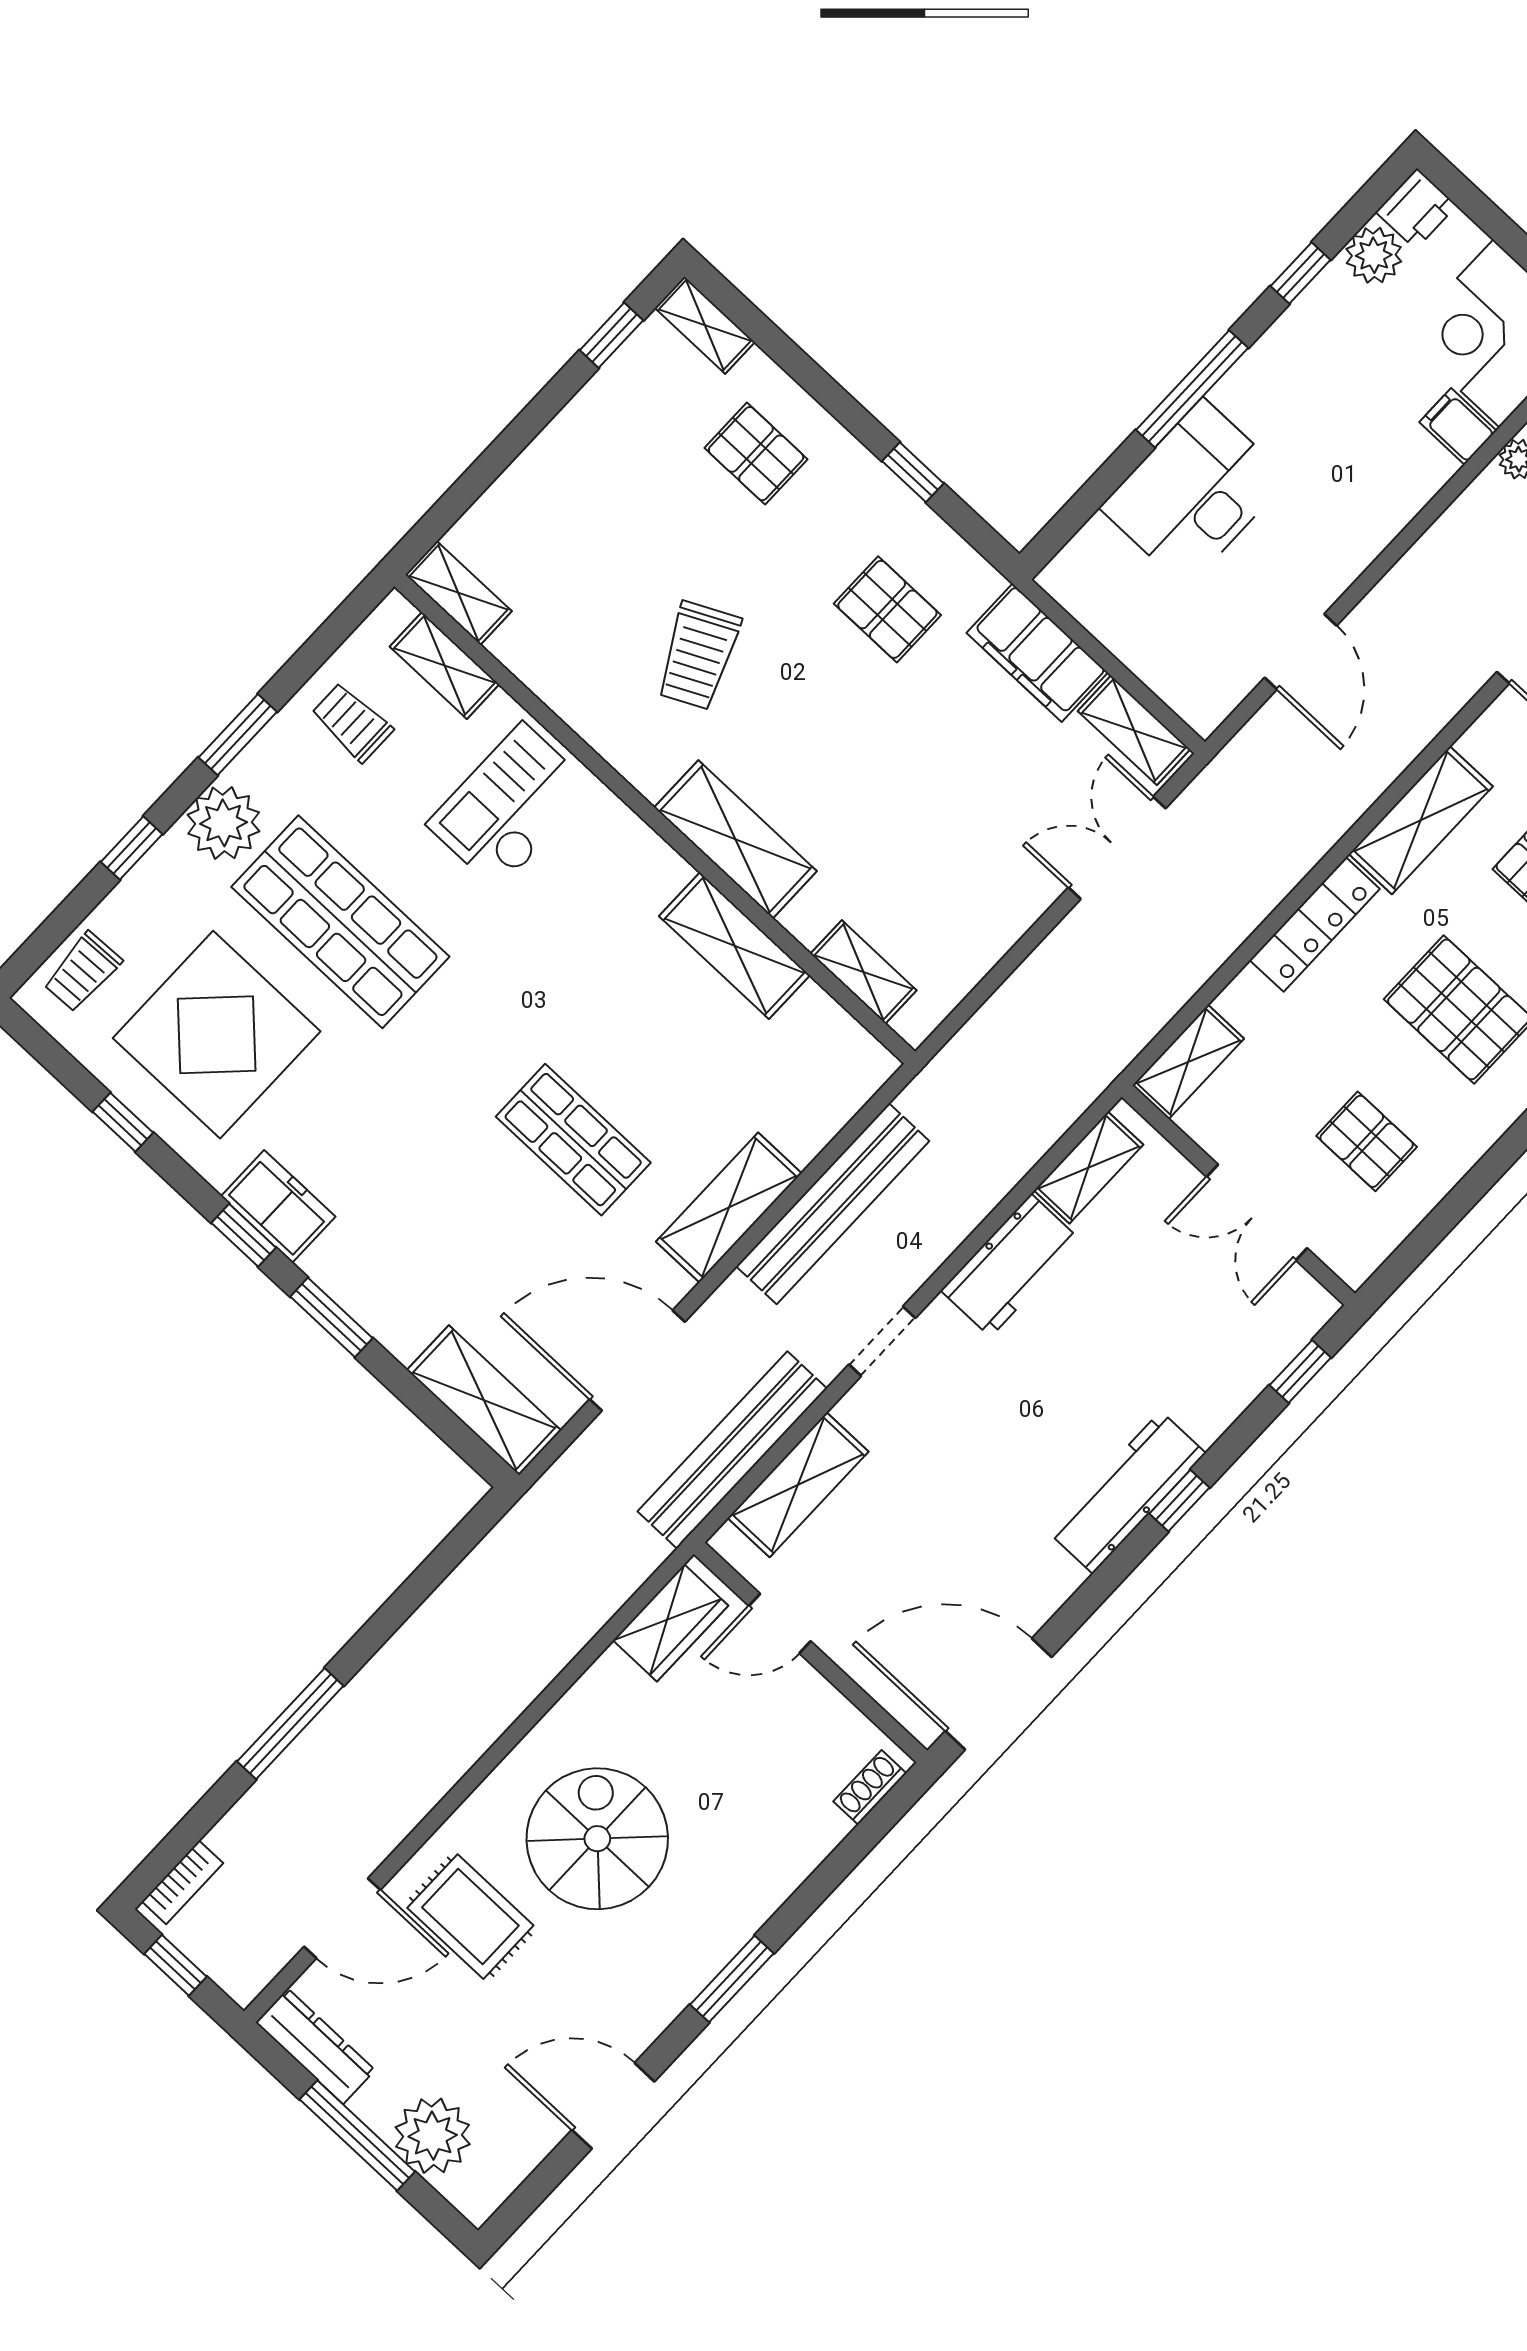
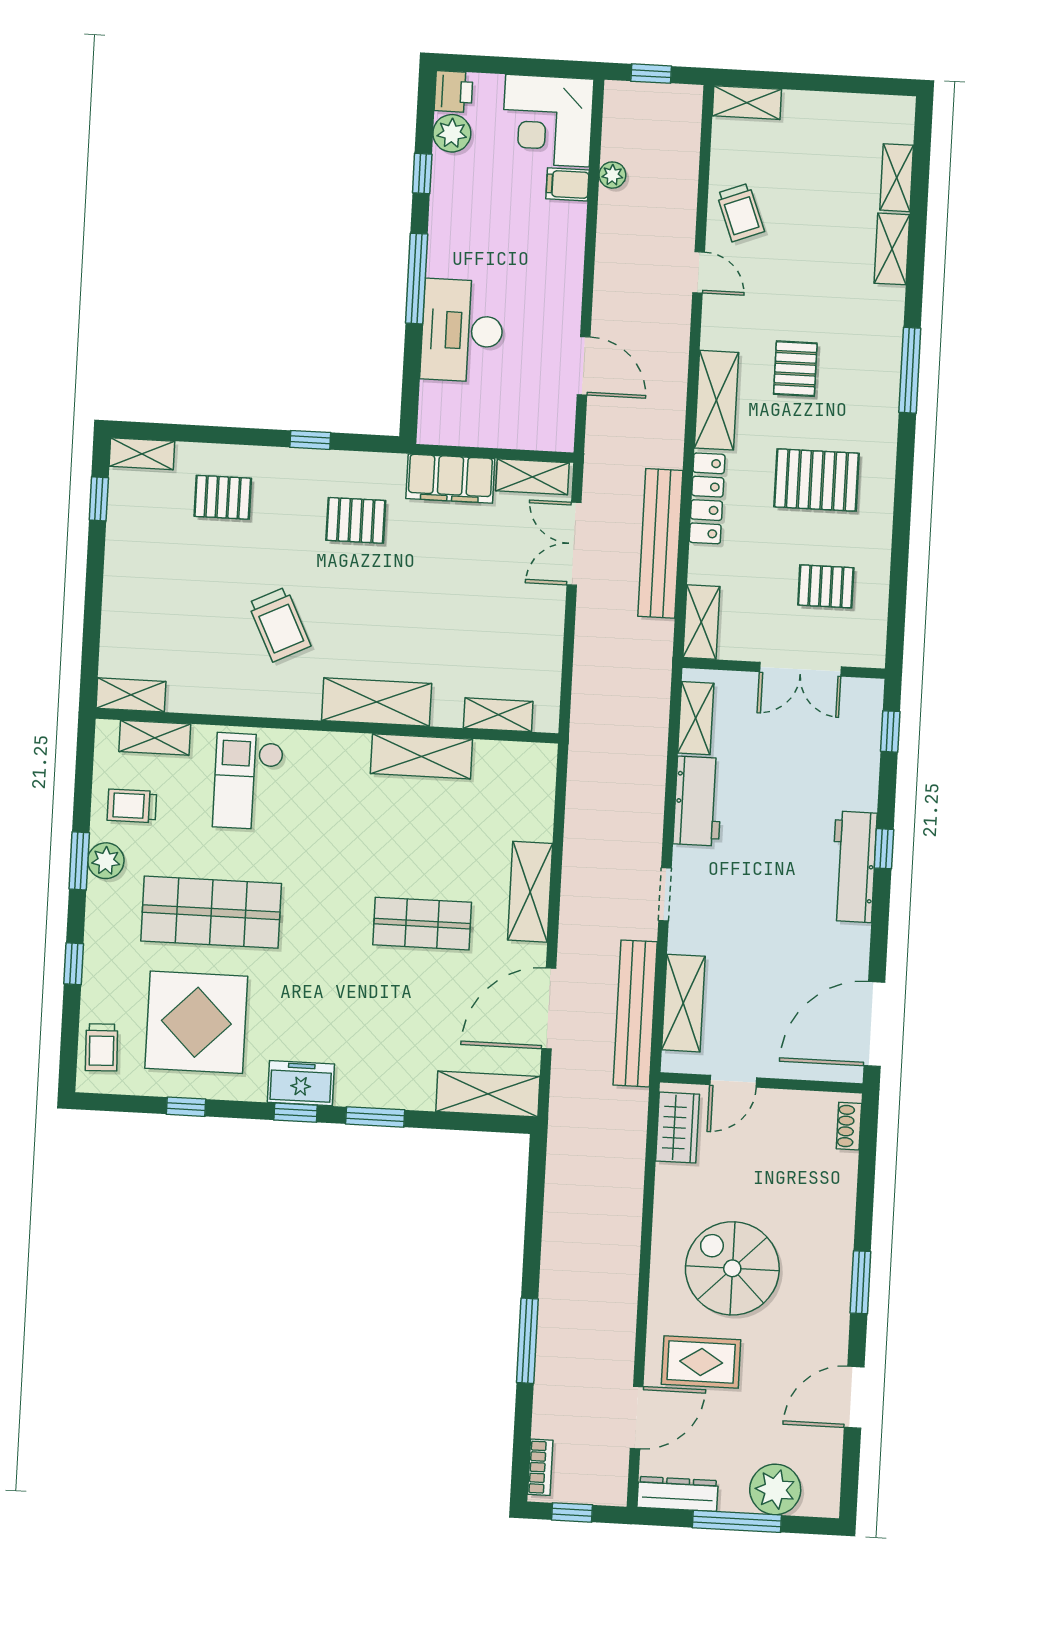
plant: (224, 823) -> (106, 861), moved, width x0.73, depth x0.73
bench: (833, 1204) -> (660, 543), moved

